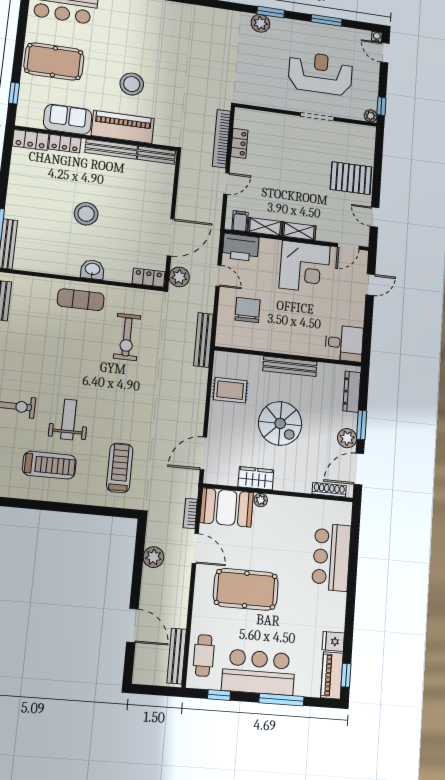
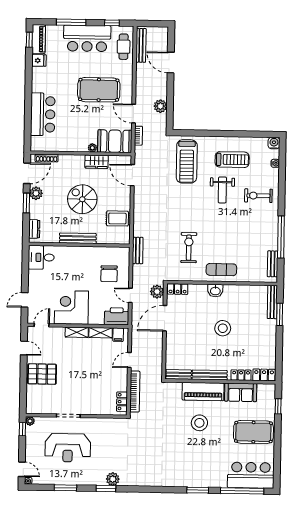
locker: (239, 143) -> (122, 402), moved
bench: (203, 340) -> (138, 250), width x0.73
dresser: (352, 392) -> (34, 229), width x0.70
door: (203, 453) -> (133, 175), swing flipped
treadmill: (49, 465) -> (232, 160), turned 180
treadmill: (120, 468) -> (187, 161), width x1.37, depth x1.38

